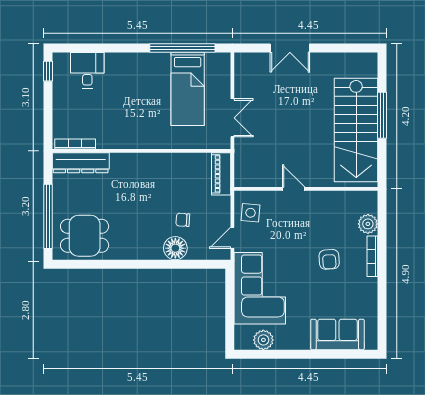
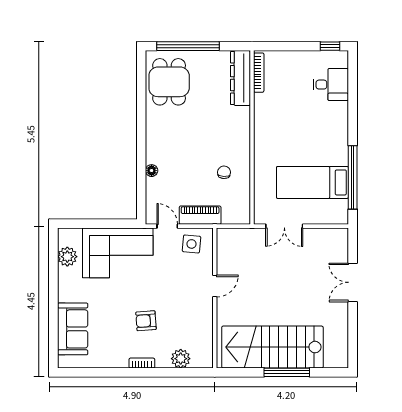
piano: (221, 174) -> (200, 215), moved
chair: (183, 220) -> (224, 172), moved
floor lamp: (175, 248) -> (152, 171), width x0.53, depth x0.53
bookcase: (372, 256) -> (142, 363), width x0.64

